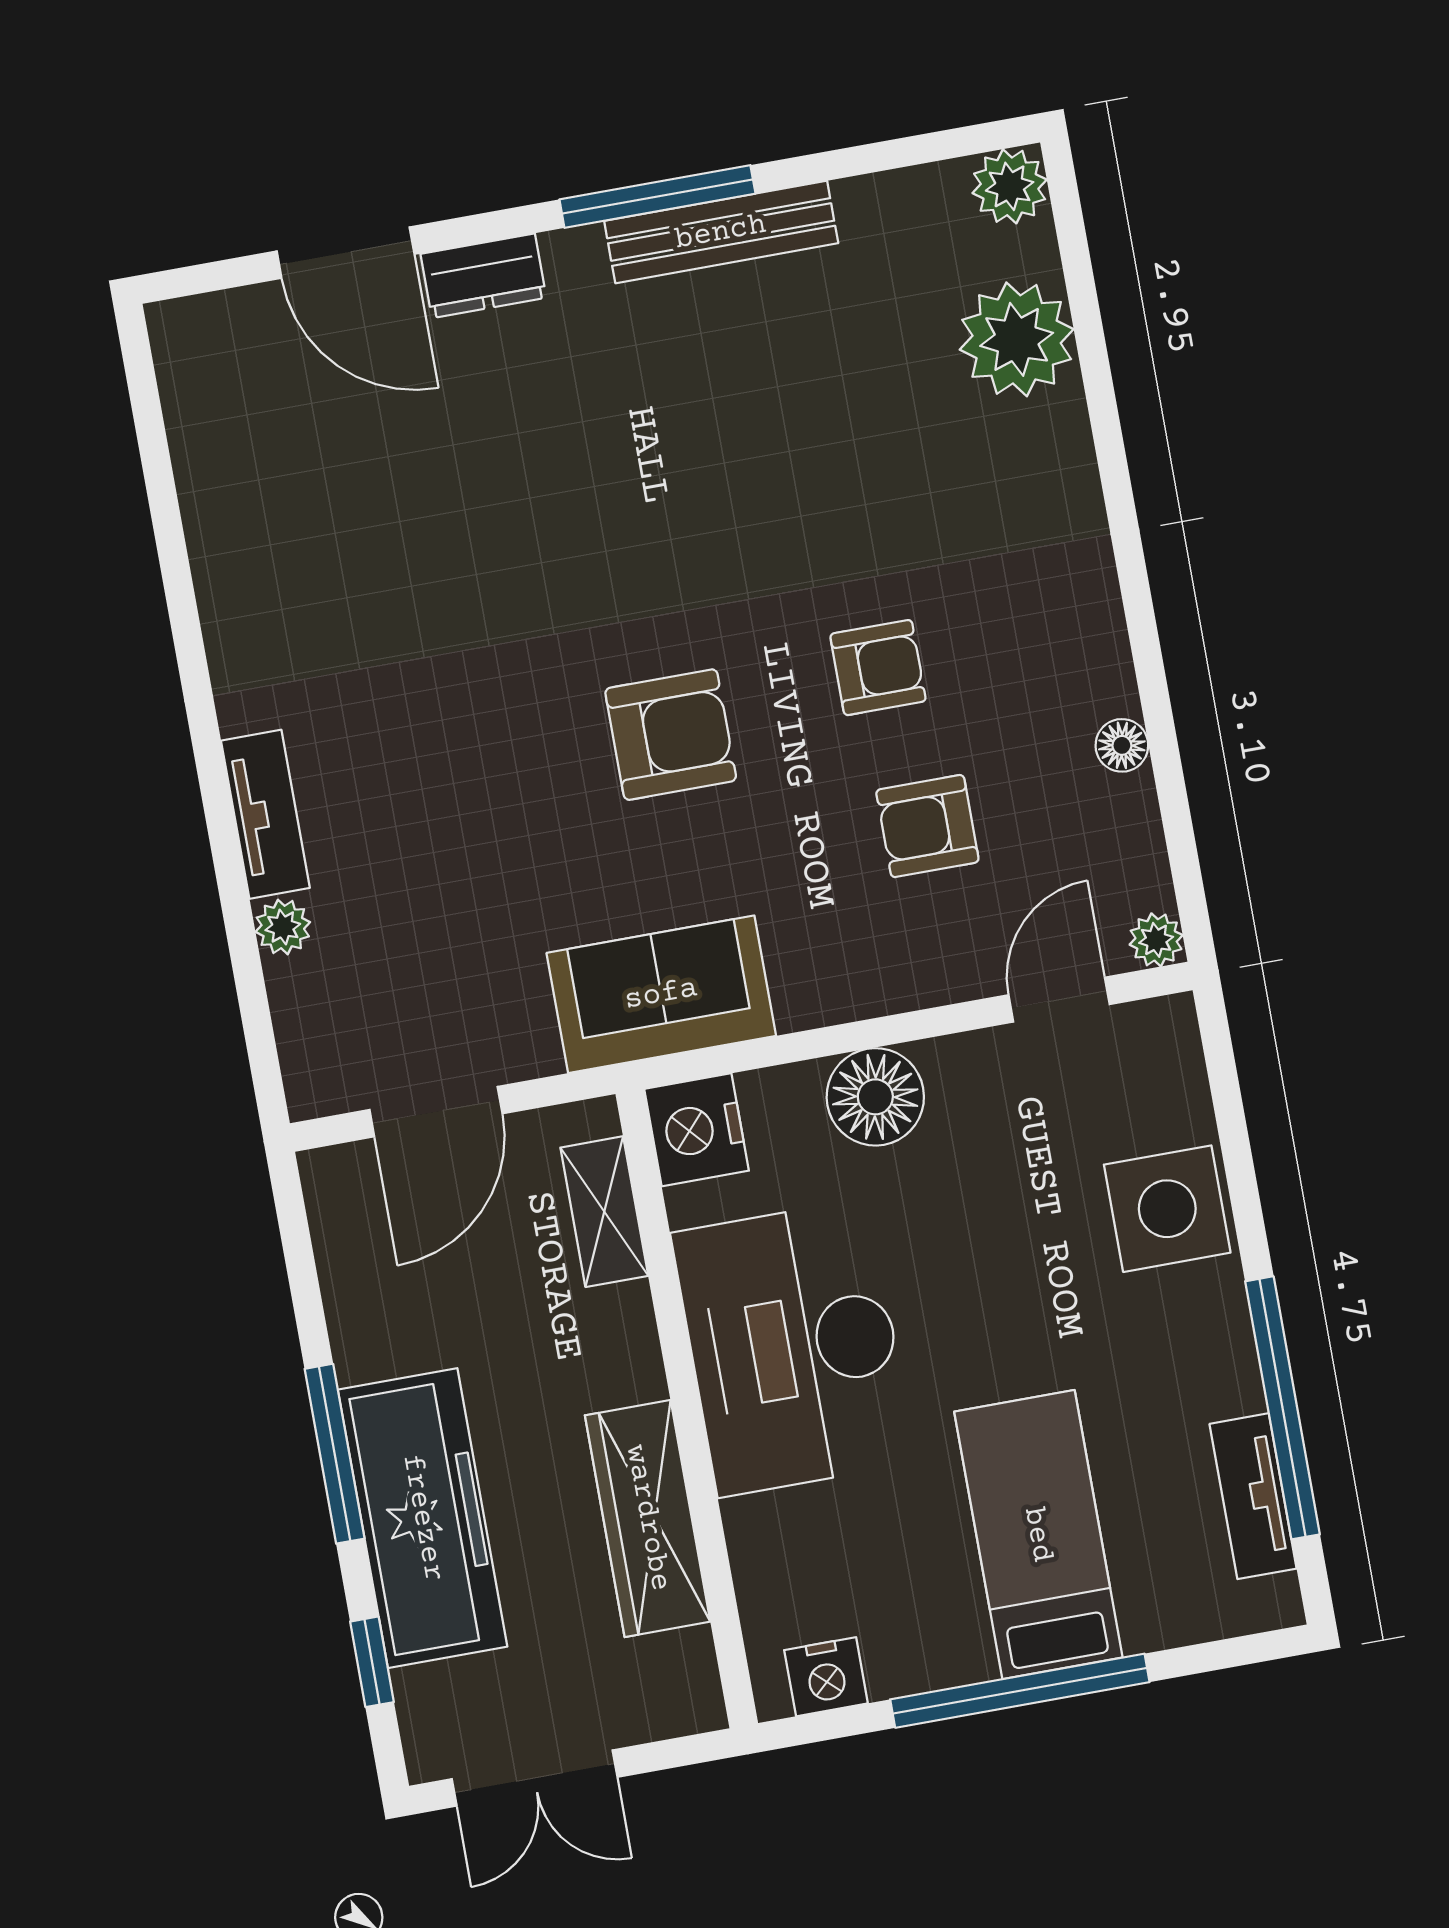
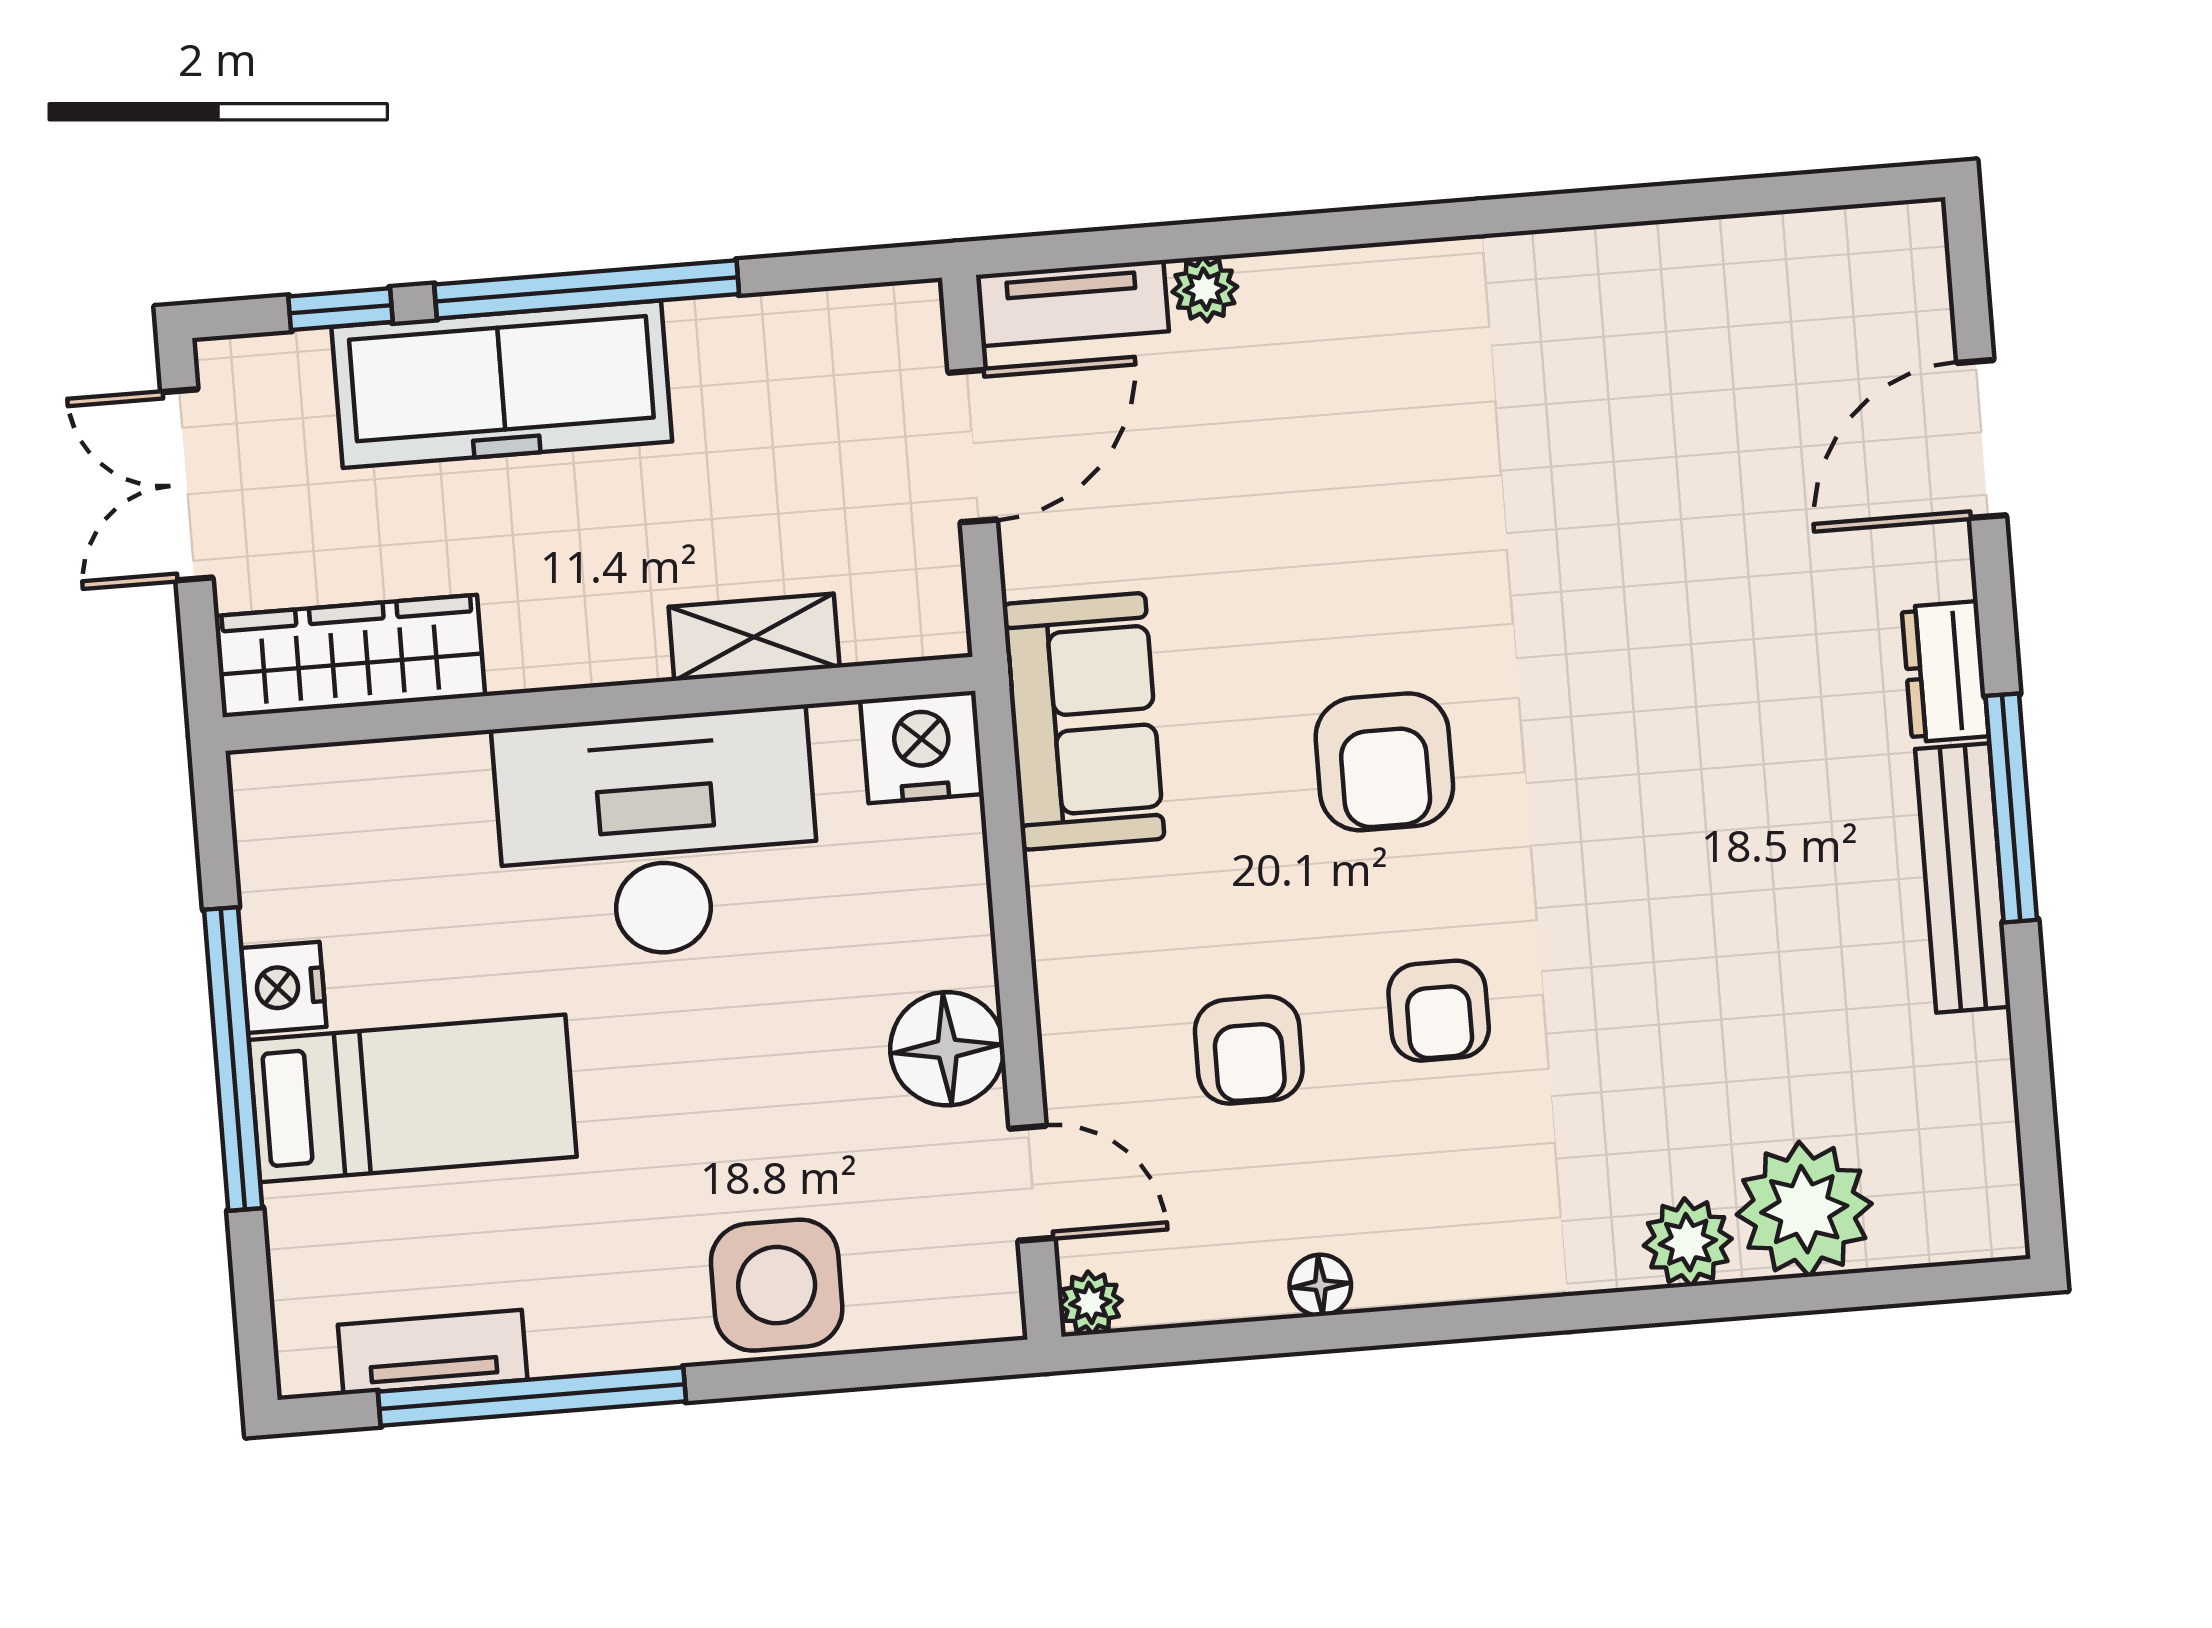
plant: (1010, 186) -> (1688, 1242), moved
dresser: (483, 276) -> (1945, 672), moved
tv unit: (265, 814) -> (1072, 303), moved
armchair: (927, 826) -> (1249, 1050), turned 180
floor lamp: (875, 1097) -> (947, 1049), moved
door: (436, 1112) -> (973, 446), swing flipped
shelving: (604, 1212) -> (754, 637), moved
window: (335, 1454) -> (587, 289), width x1.46
wardrobe: (648, 1518) -> (350, 656), moved
nightstand: (826, 1677) -> (284, 987), moved

